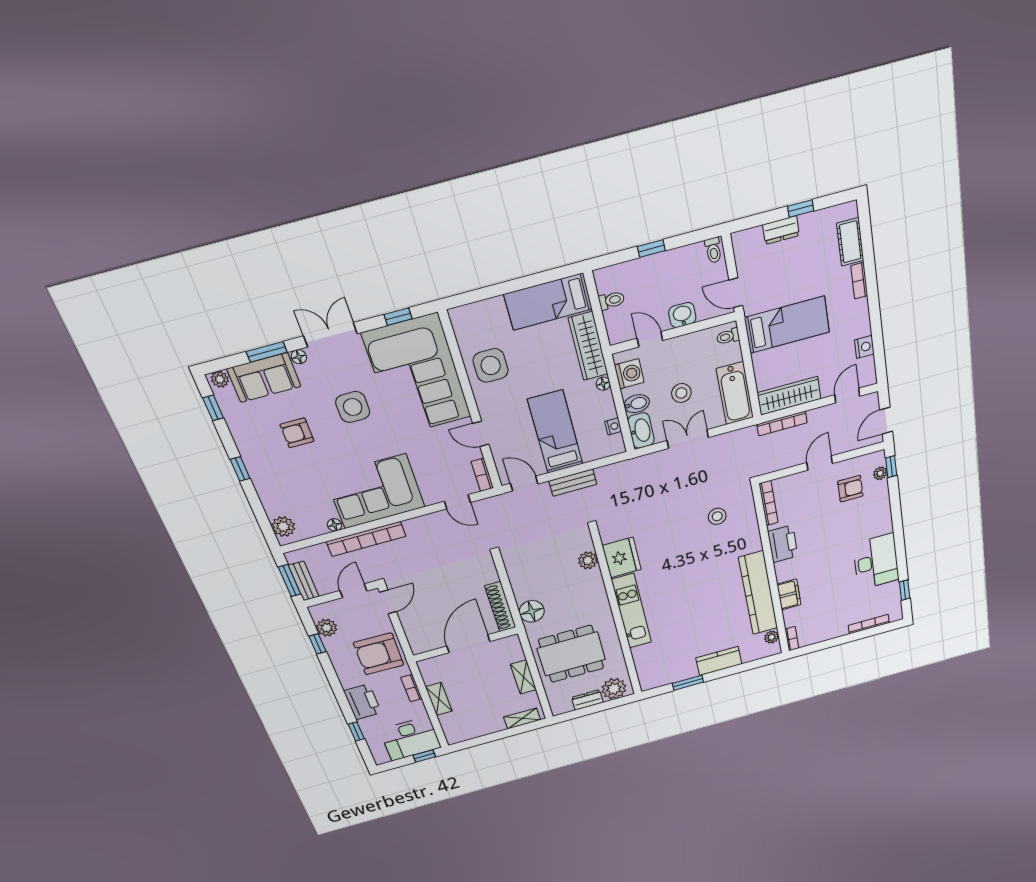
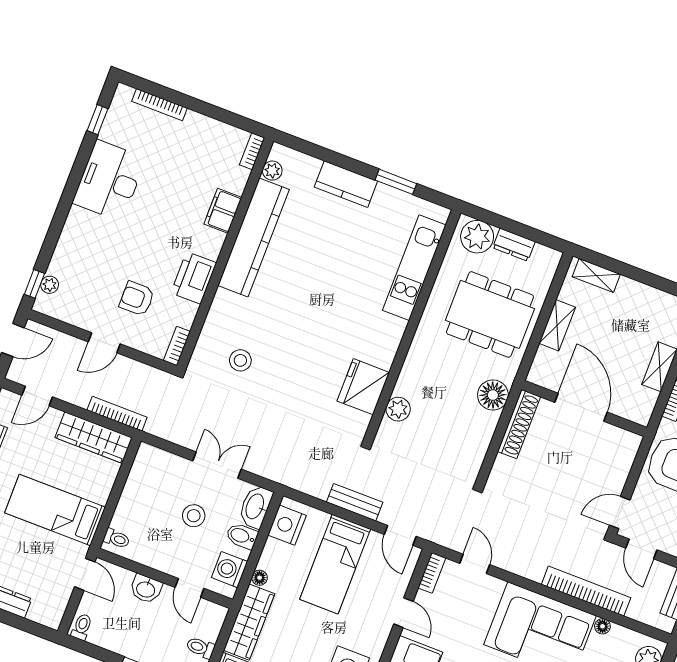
bathtub: (735, 393) -> (144, 478), removed
nightstand: (613, 426) -> (287, 525), width x1.89, depth x1.79
double door: (688, 439) -> (217, 465), swing flipped
armchair: (850, 489) -> (137, 299), moved
bookcase: (769, 503) -> (177, 346), width x0.64
door: (353, 591) -> (641, 549), hinge flipped
kitchen unit: (632, 611) -> (414, 268), moved
door: (468, 644) -> (581, 407), swing flipped

